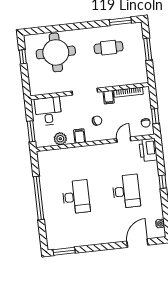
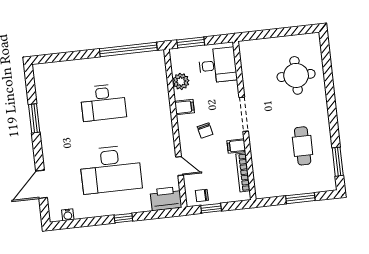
round table: (56, 52) -> (296, 75), width x0.73, depth x0.73
window: (23, 57) -> (290, 31), removed
desk: (126, 191) -> (111, 169), width x1.36, depth x1.30
window: (39, 198) -> (128, 50), moved
door: (137, 243) -> (42, 184), swing flipped
window: (64, 251) -> (34, 118), moved

